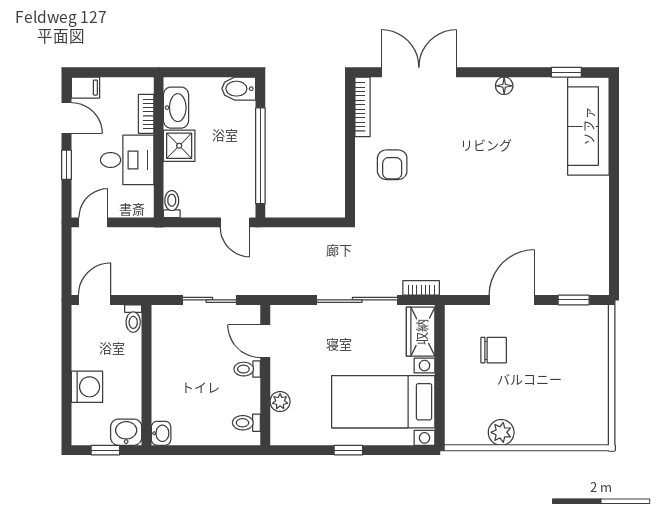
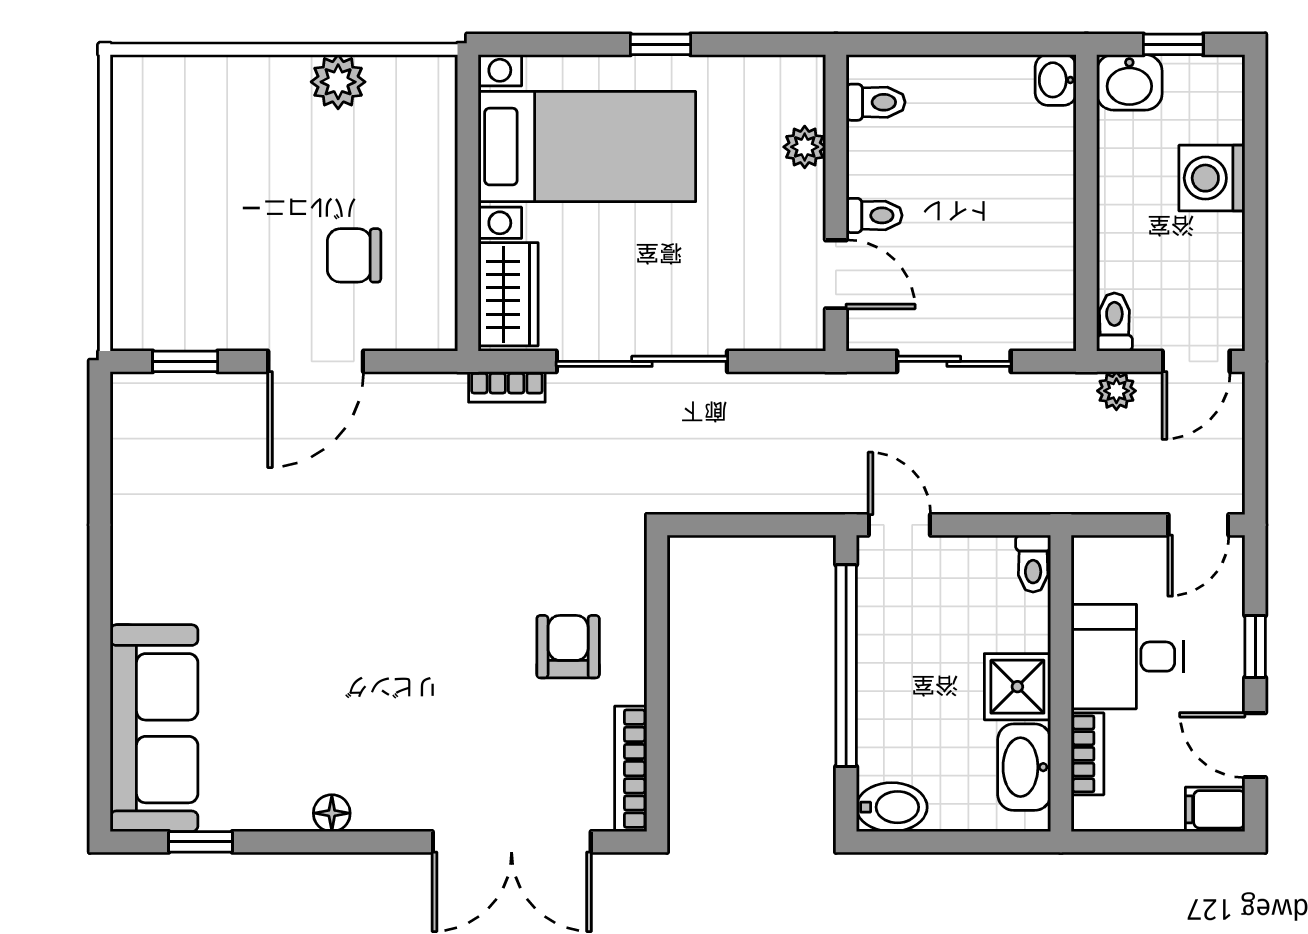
plant: (132, 286) -> (1116, 391), added

